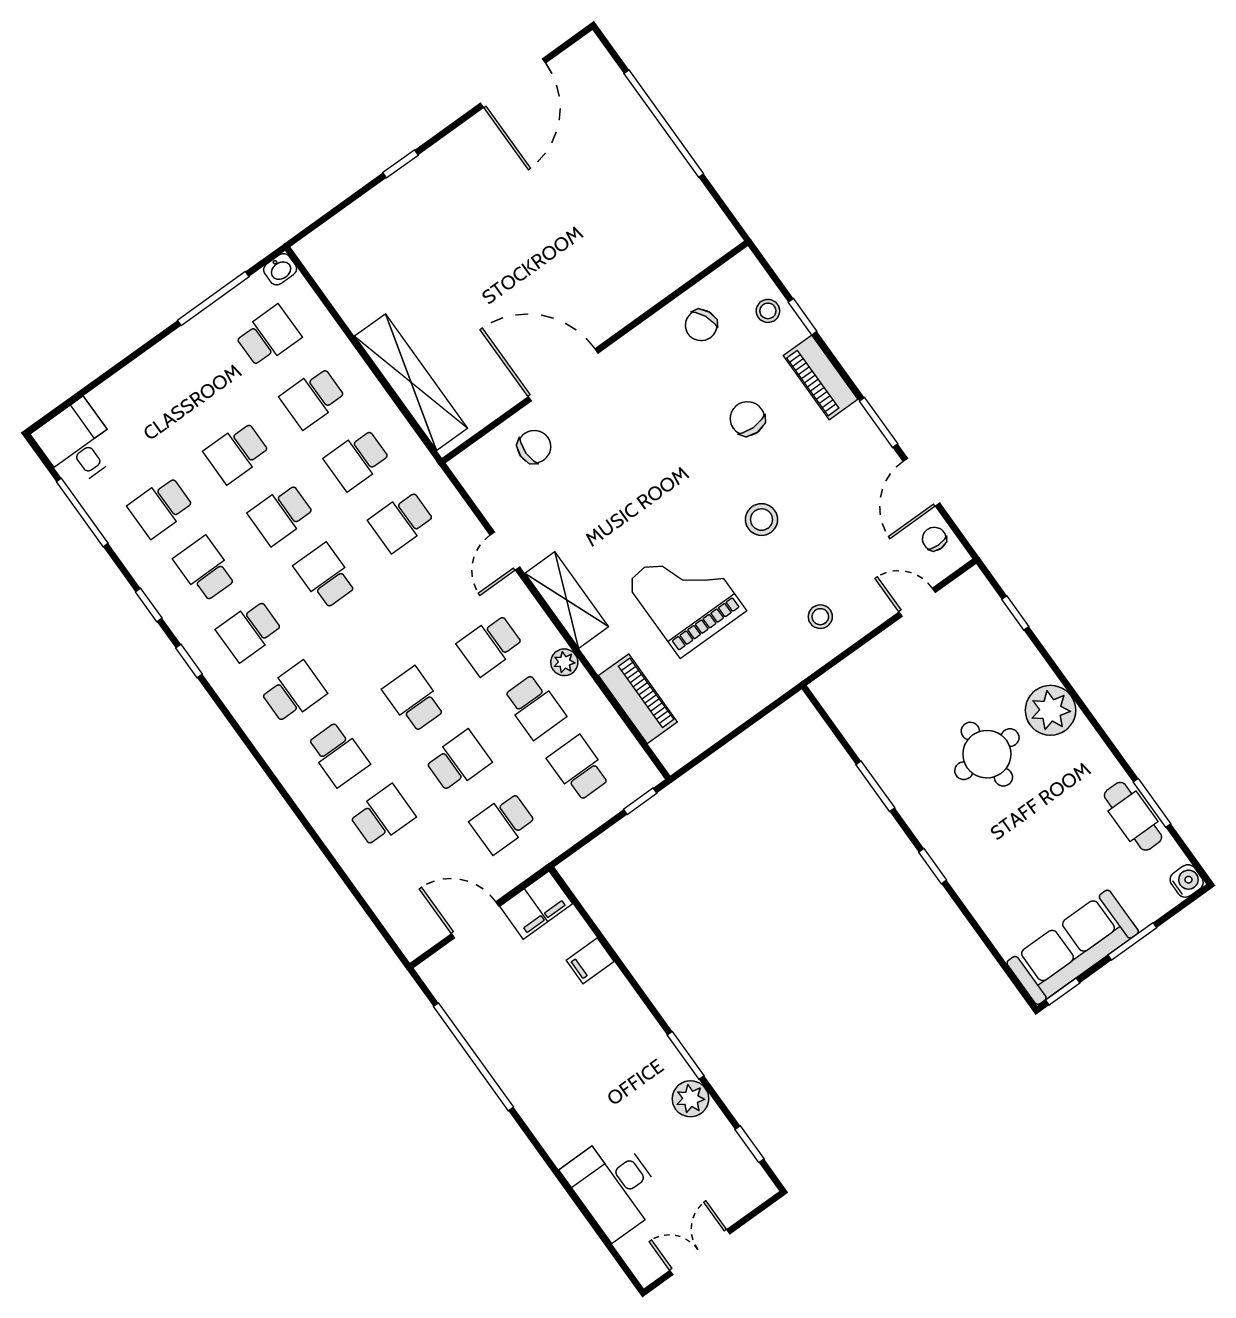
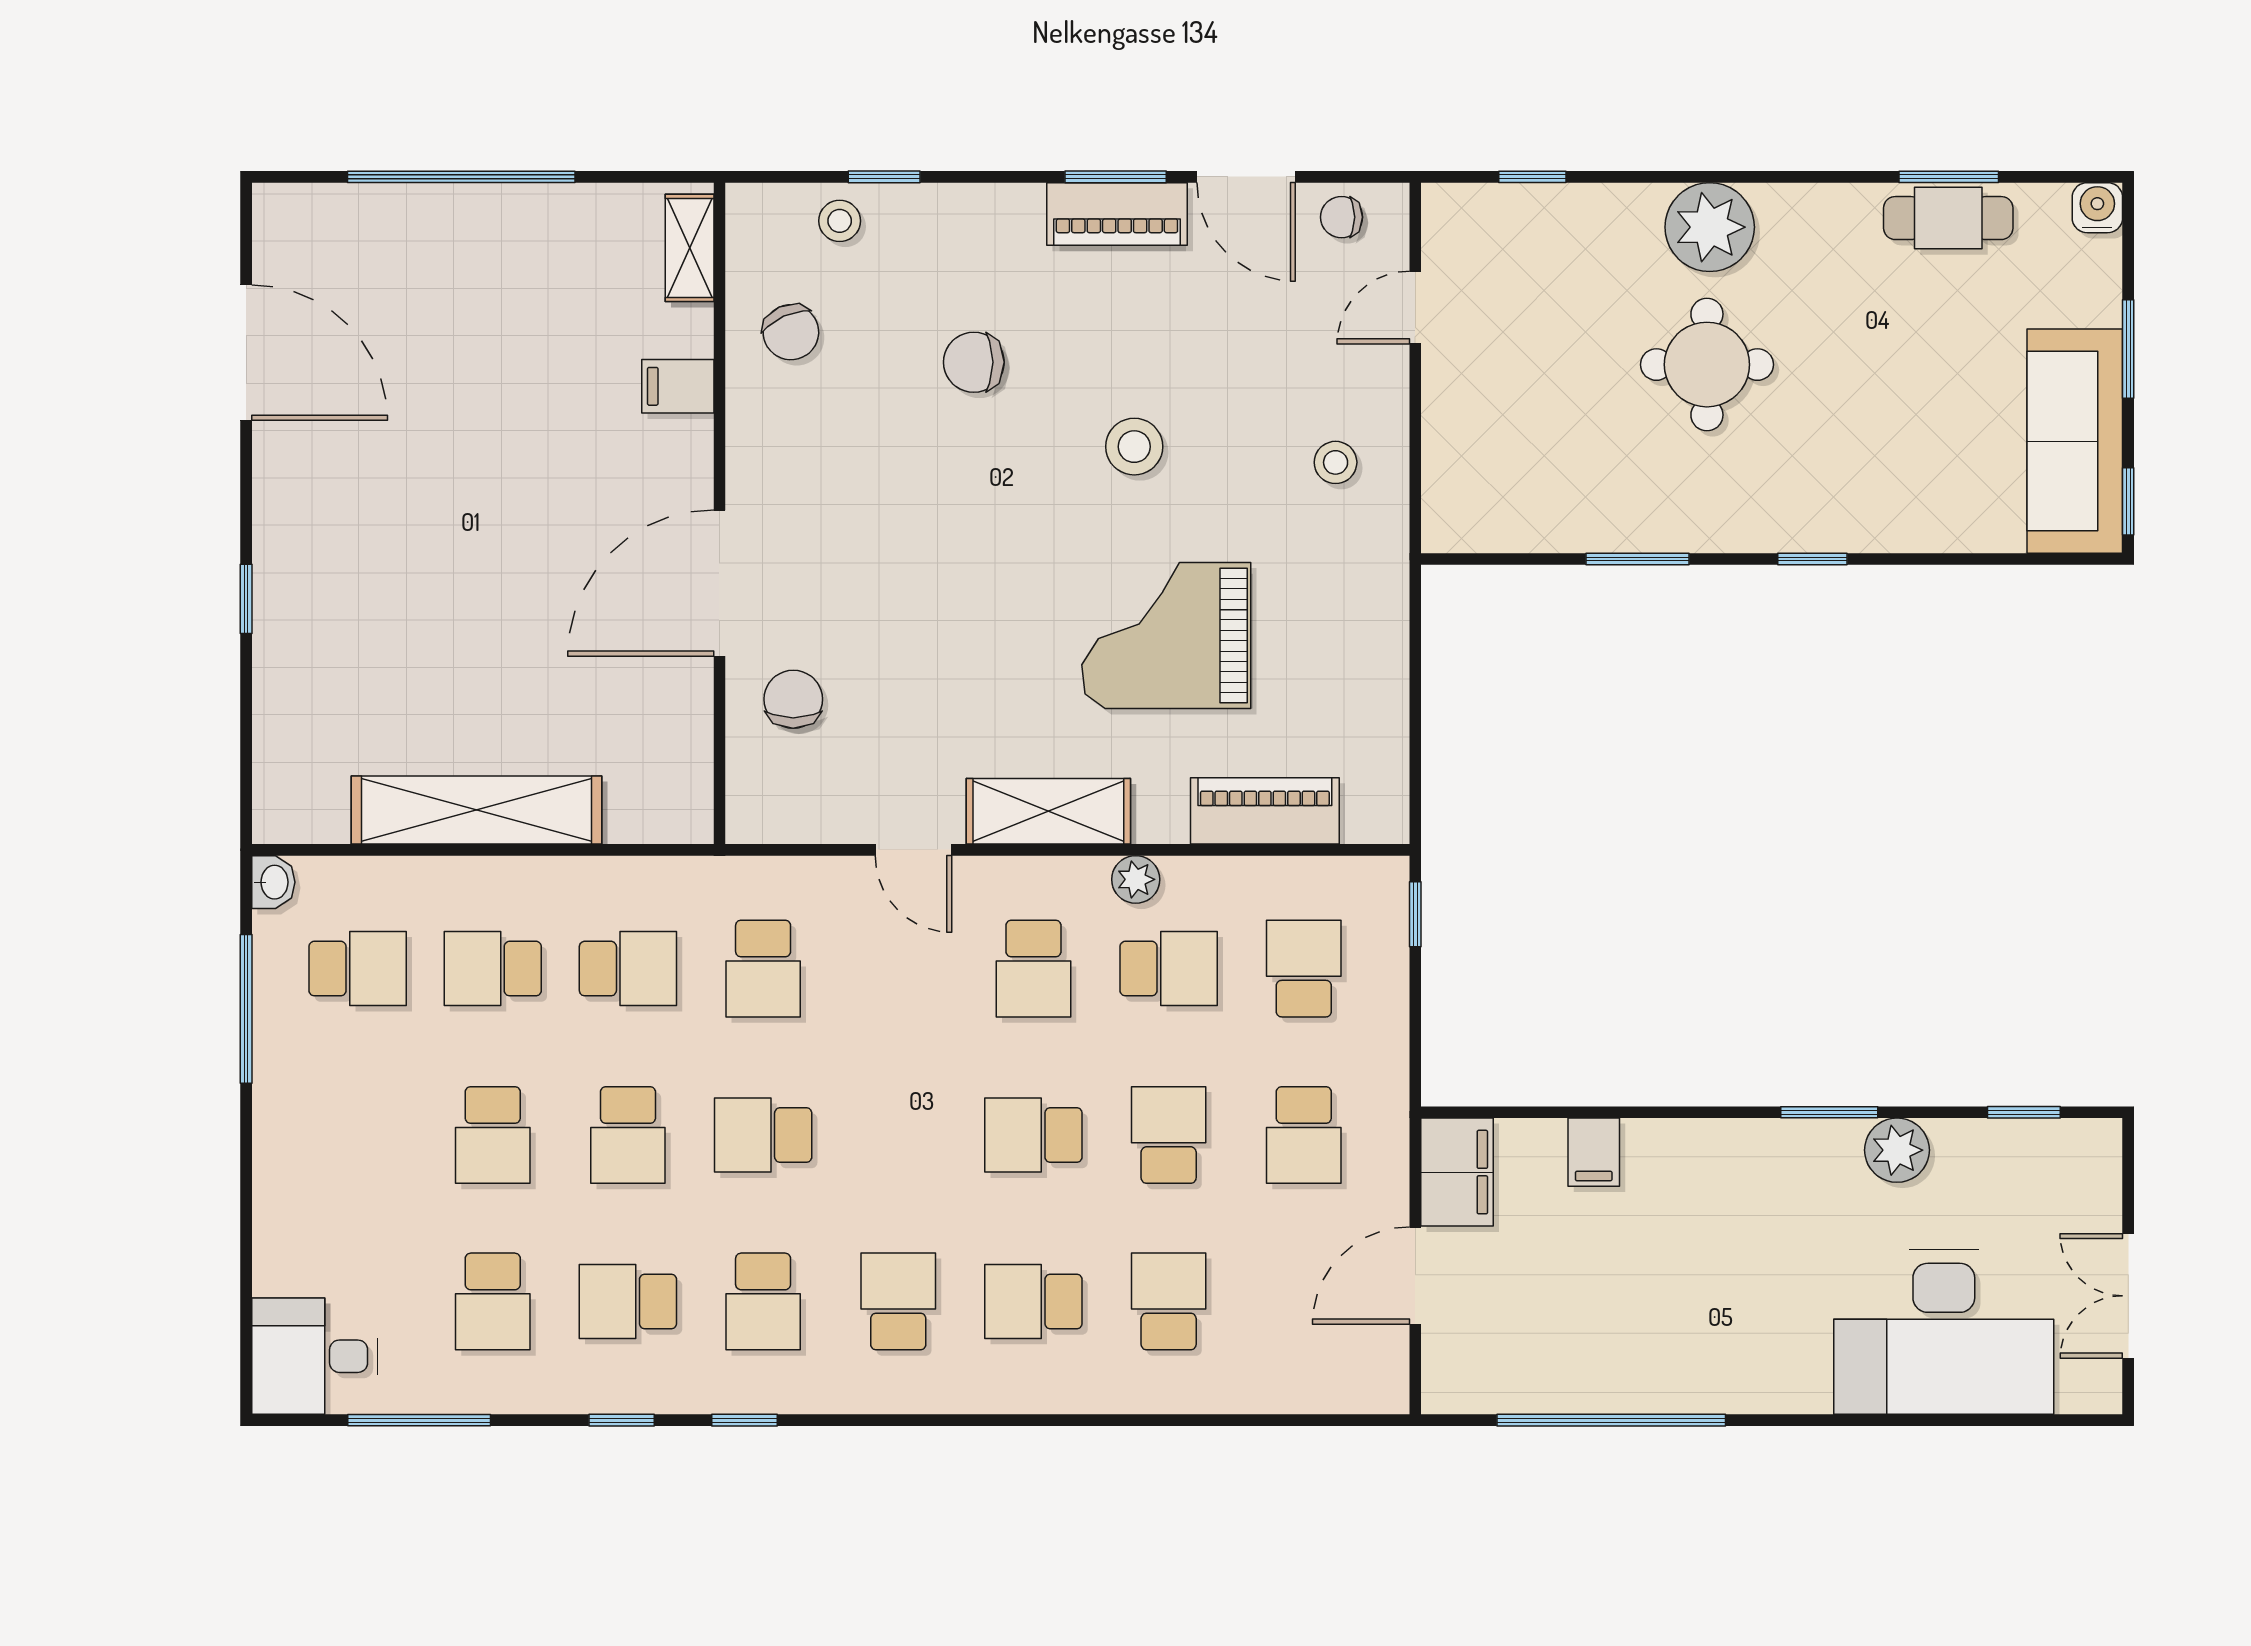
shelving: (706, 251) -> (690, 248), added
filing cabinet: (639, 291) -> (678, 386), added
school desk: (268, 336) -> (358, 969), turned 90
piano: (821, 377) -> (1117, 214), moved
shelving: (411, 382) -> (477, 810), moved
school desk: (313, 398) -> (493, 969), turned 90
school desk: (357, 460) -> (628, 969), turned -90
school desk: (338, 754) -> (1033, 1301), turned 180
school desk: (579, 768) -> (1304, 969), turned 90
desk: (614, 1186) -> (1944, 1332), width x1.36, depth x1.30

